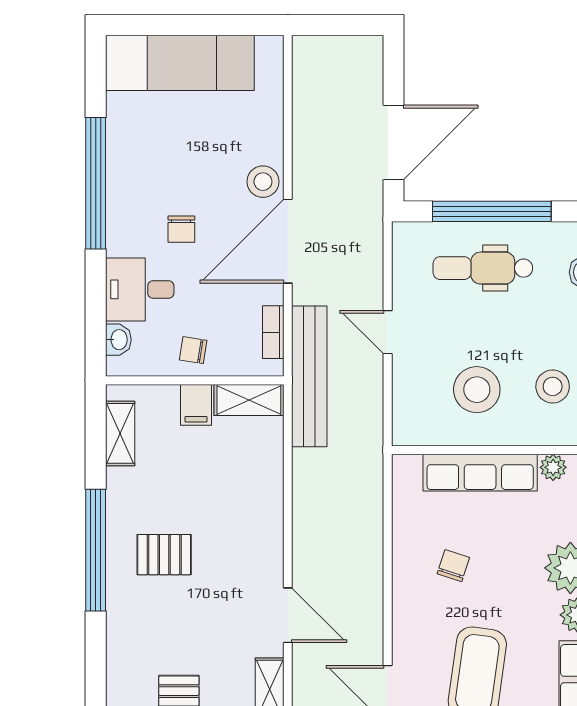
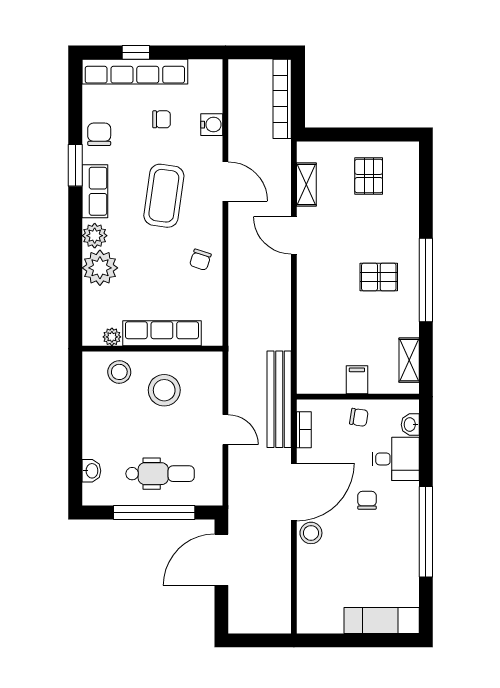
exam couch: (180, 63) -> (382, 620), width x0.73, depth x0.69
stool: (553, 386) -> (119, 372), moved
shelving: (249, 400) -> (321, 383), removed
chair: (453, 566) -> (200, 260), moved

